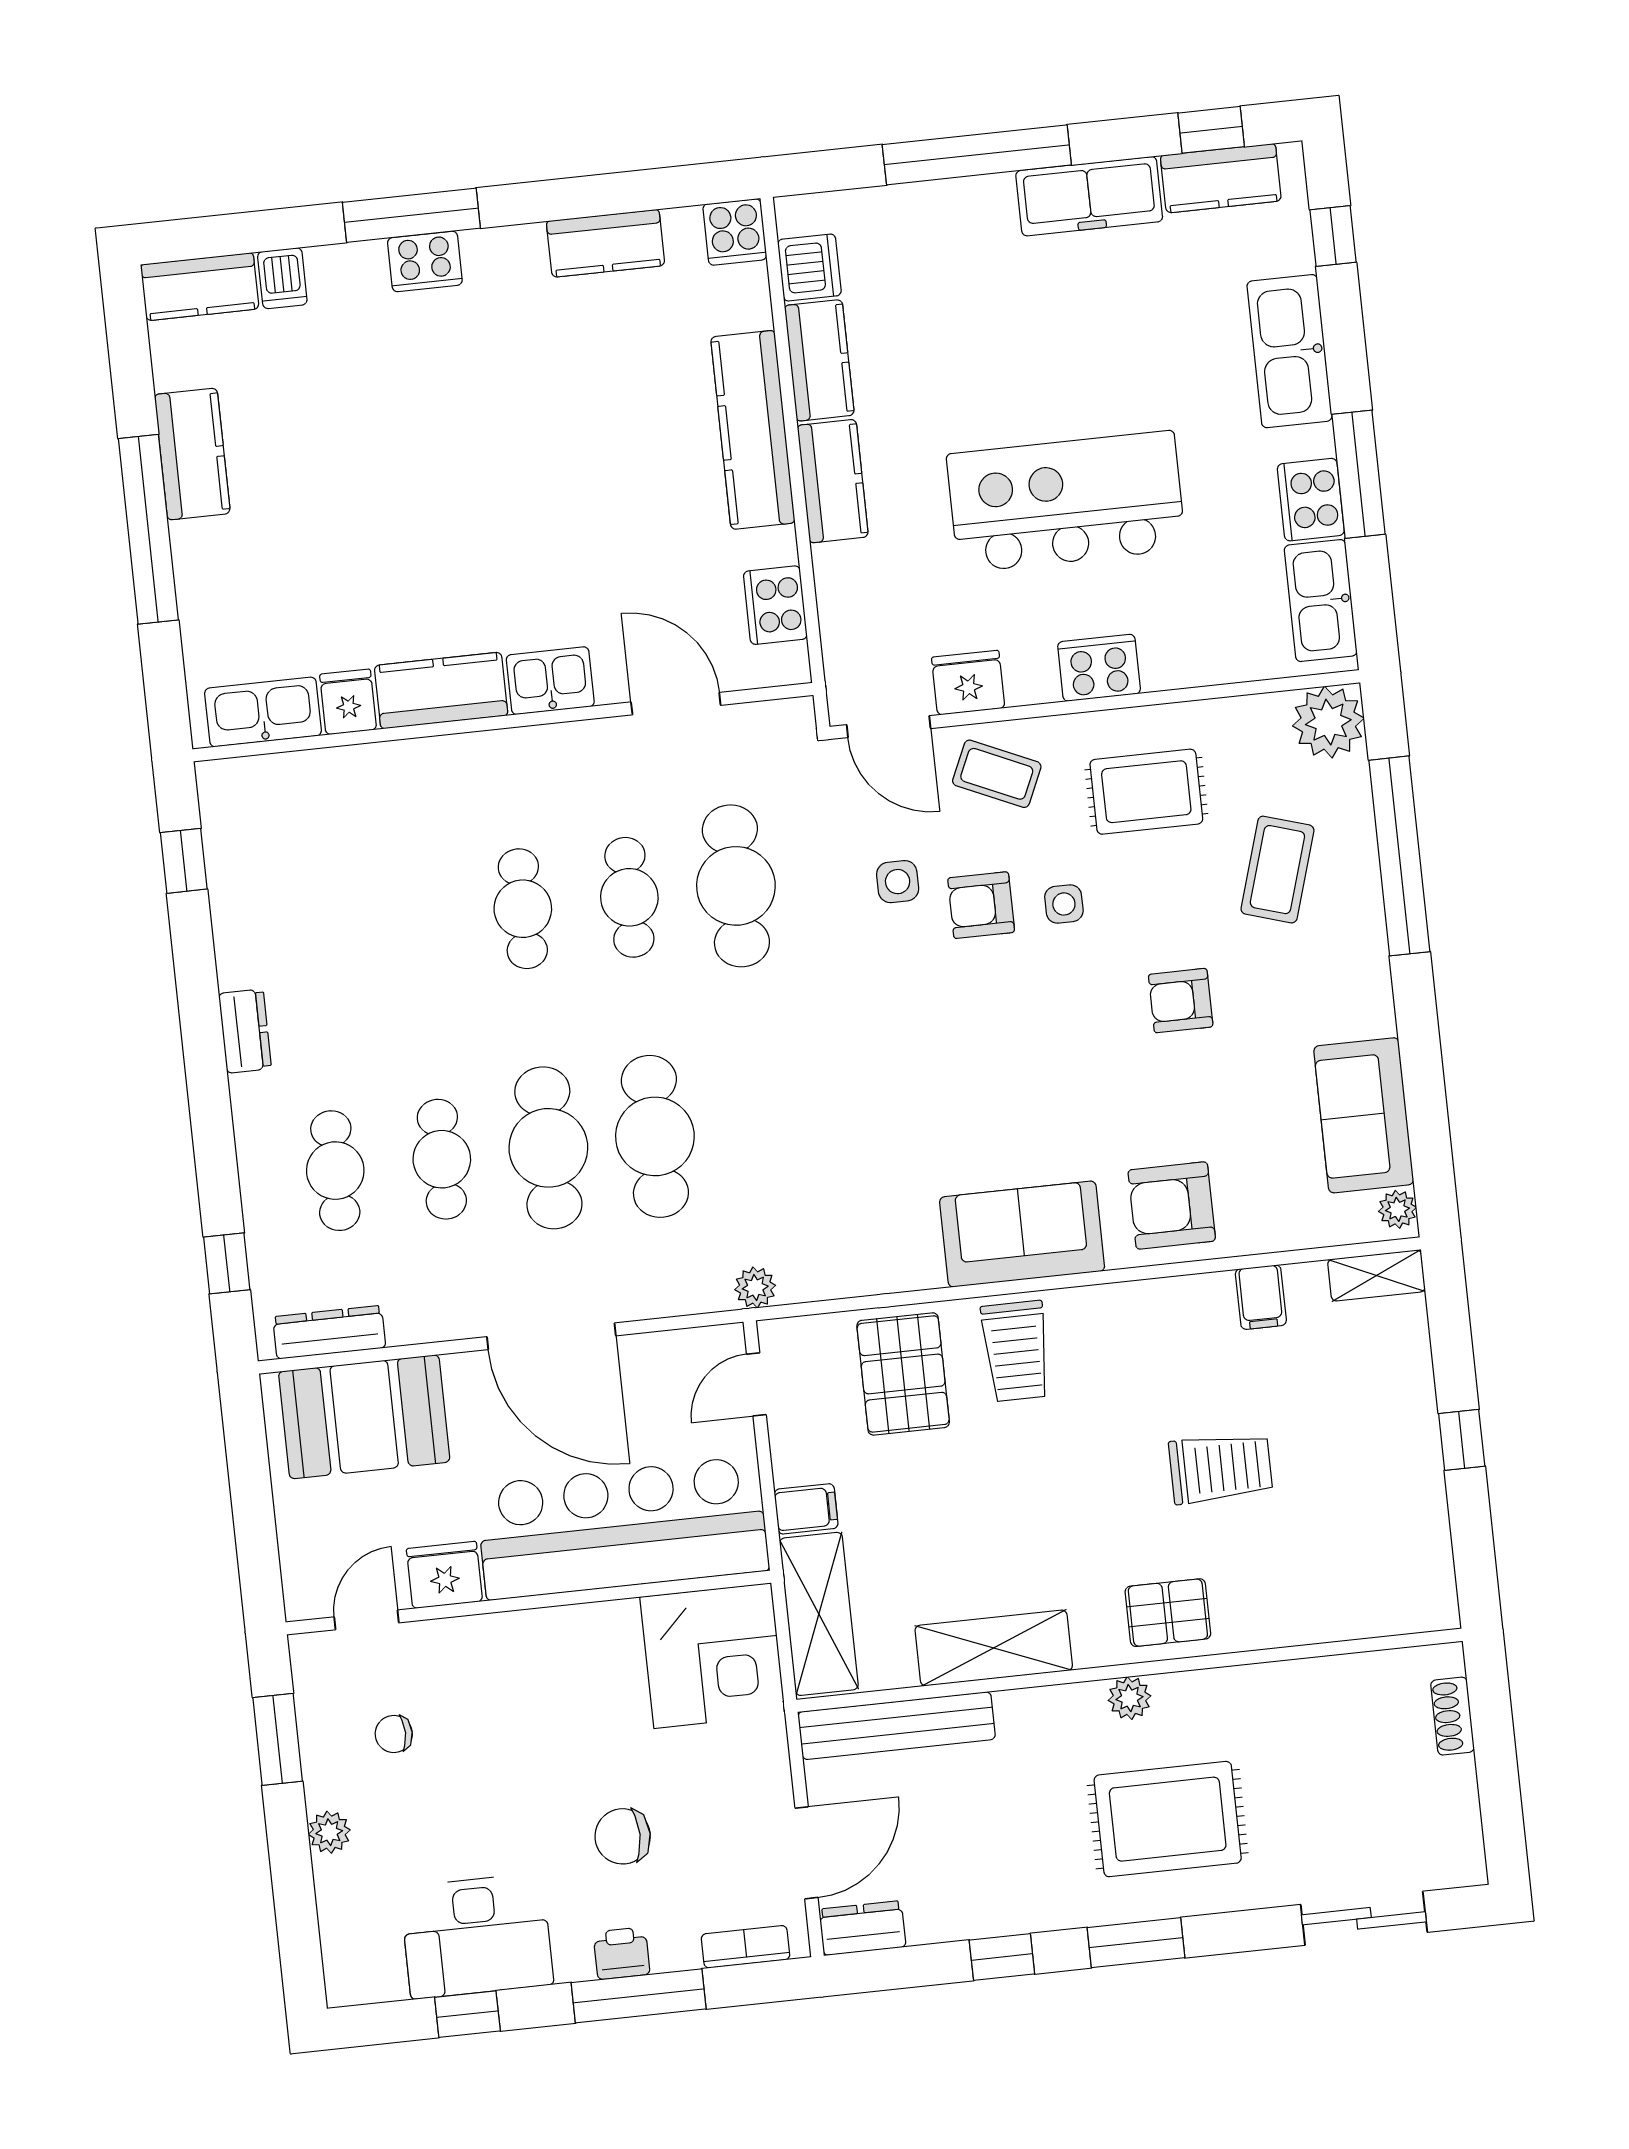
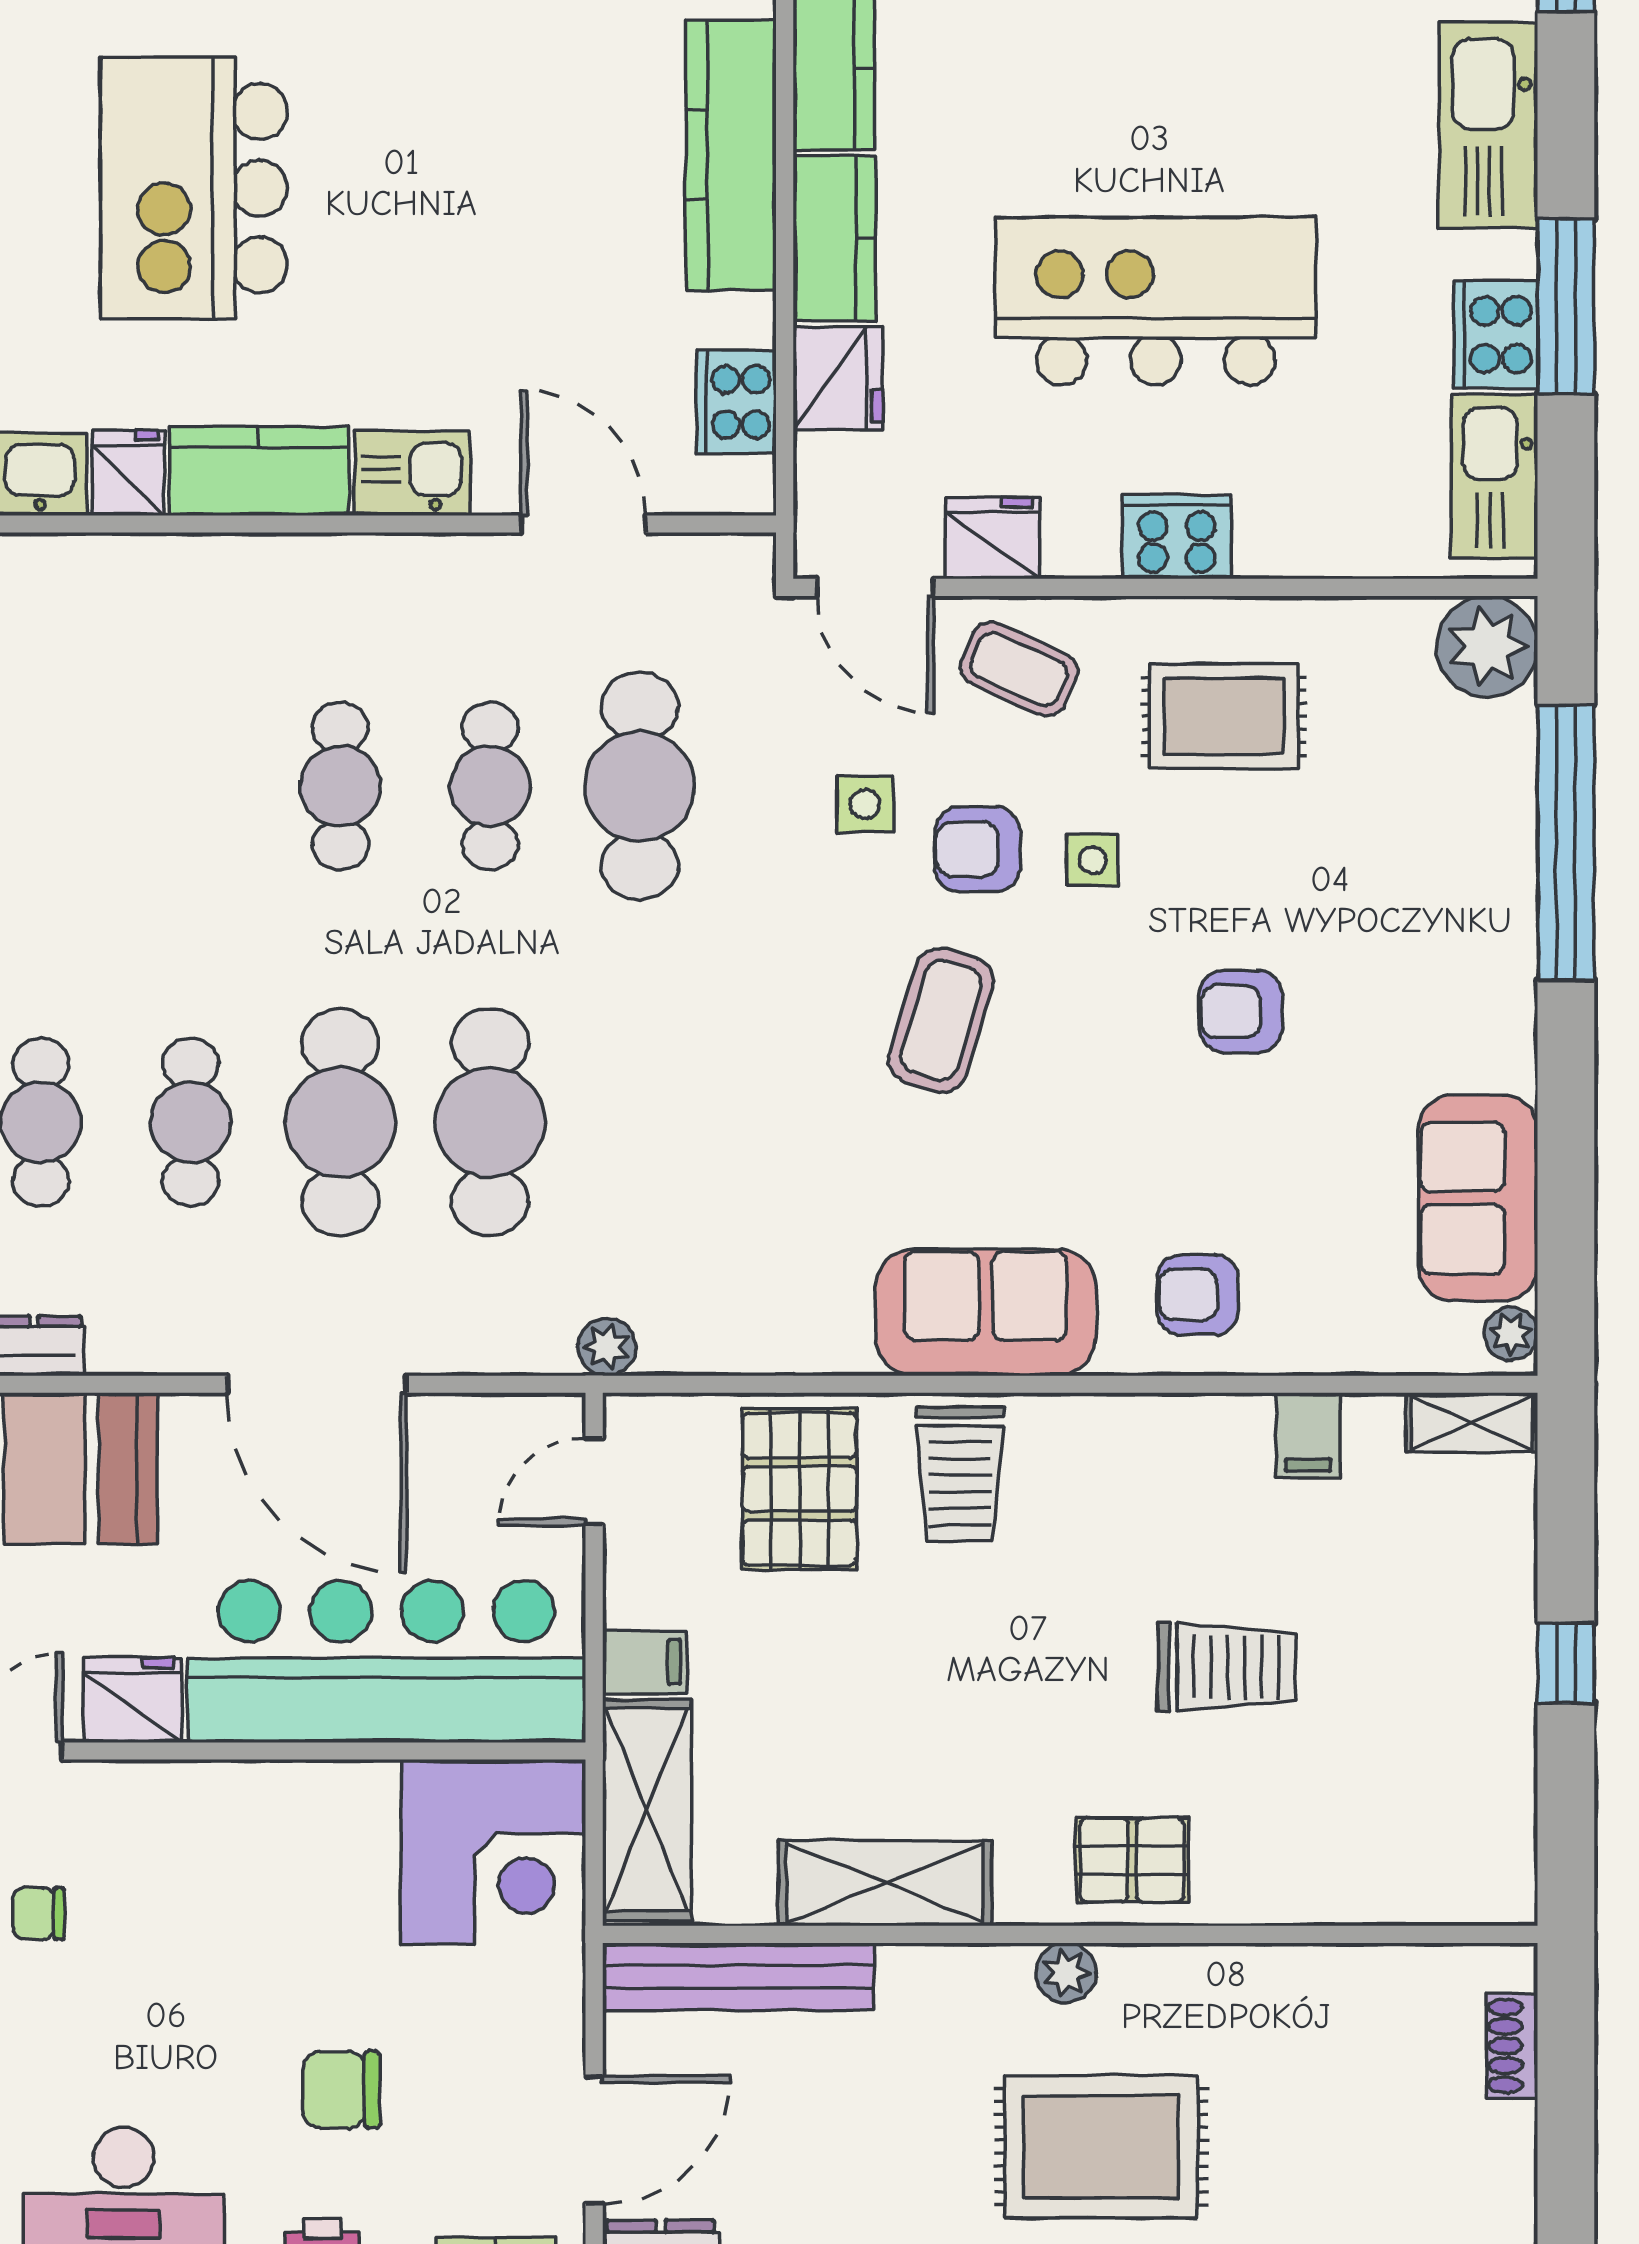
kitchen island: (373, 494) -> (194, 188), added
fridge: (846, 581) -> (838, 378), added
coffee table: (1277, 870) -> (941, 1020), moved
armchair: (1172, 1206) -> (1198, 1295), width x0.72, depth x0.72

